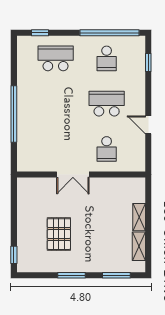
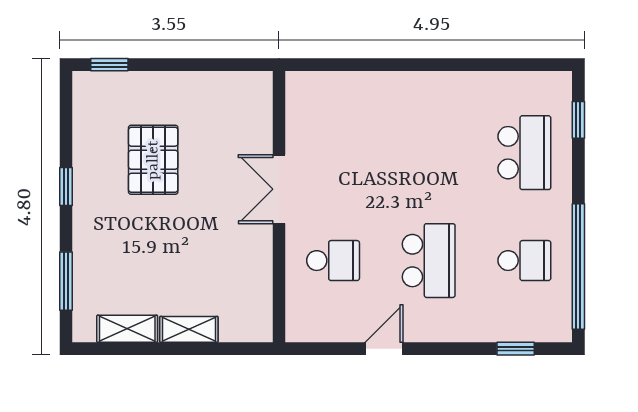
school desk: (107, 58) -> (524, 261), turned 180
window: (14, 114) -> (407, 65), removed
school desk: (107, 149) -> (333, 261), turned 180
pallet: (59, 234) -> (153, 160), turned 90
window: (72, 275) -> (66, 186), width x0.67

